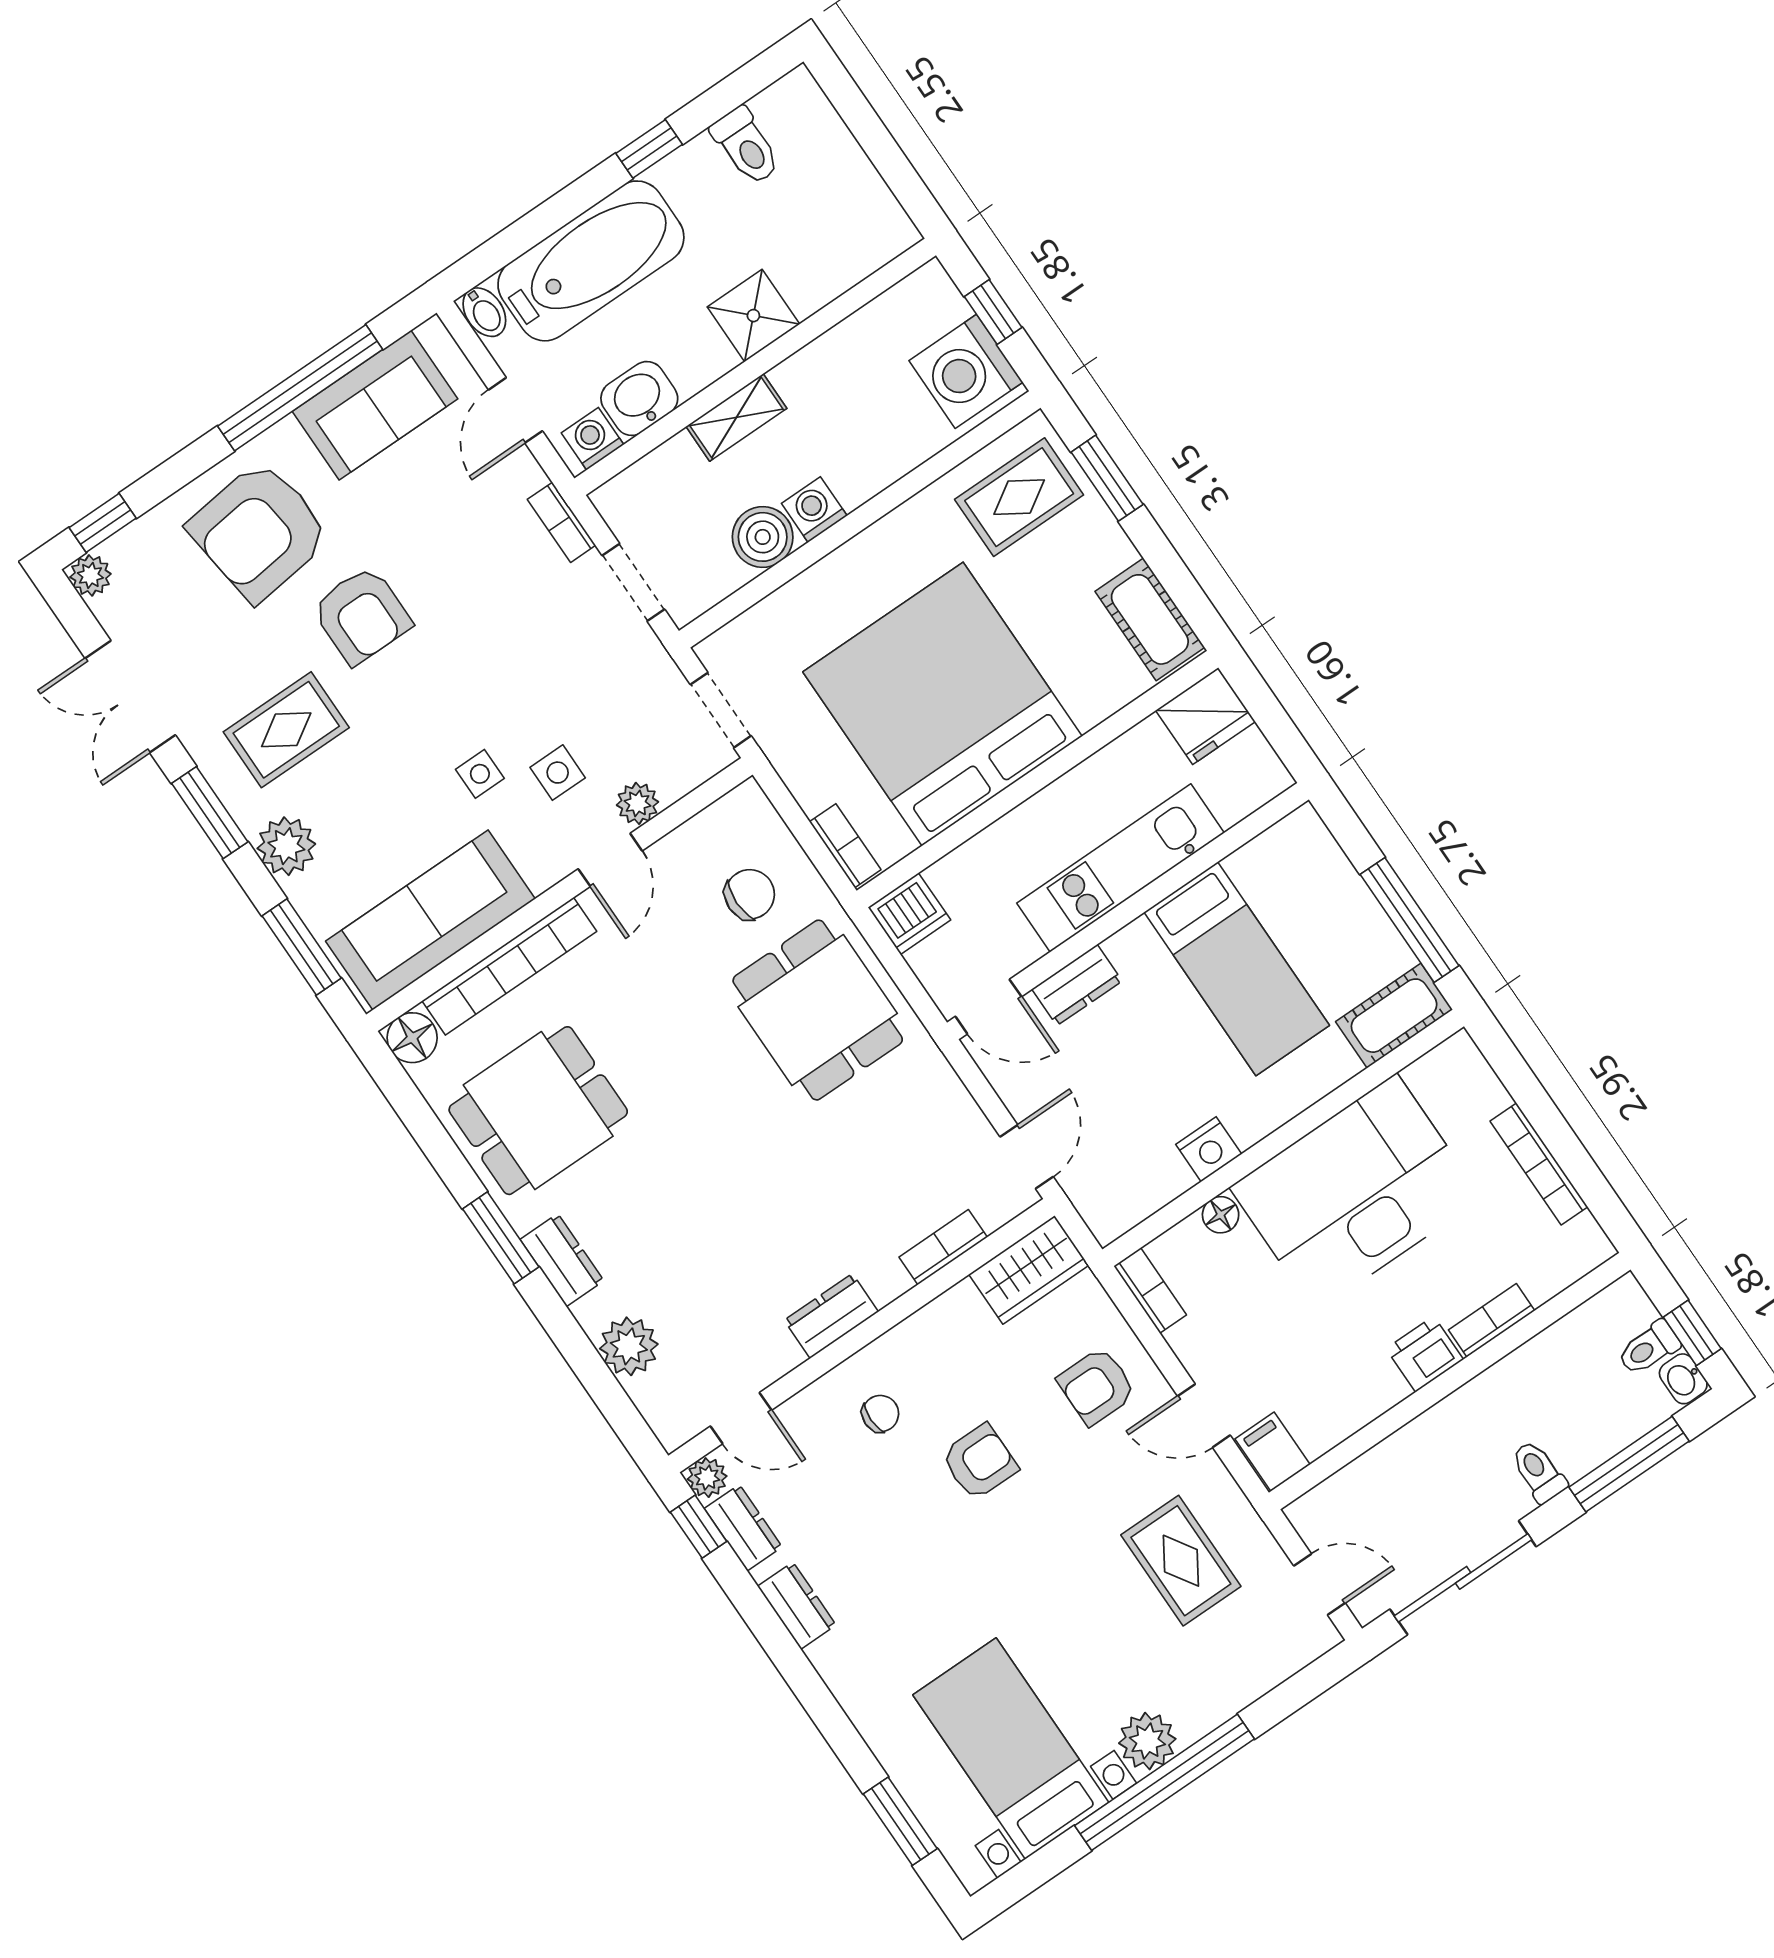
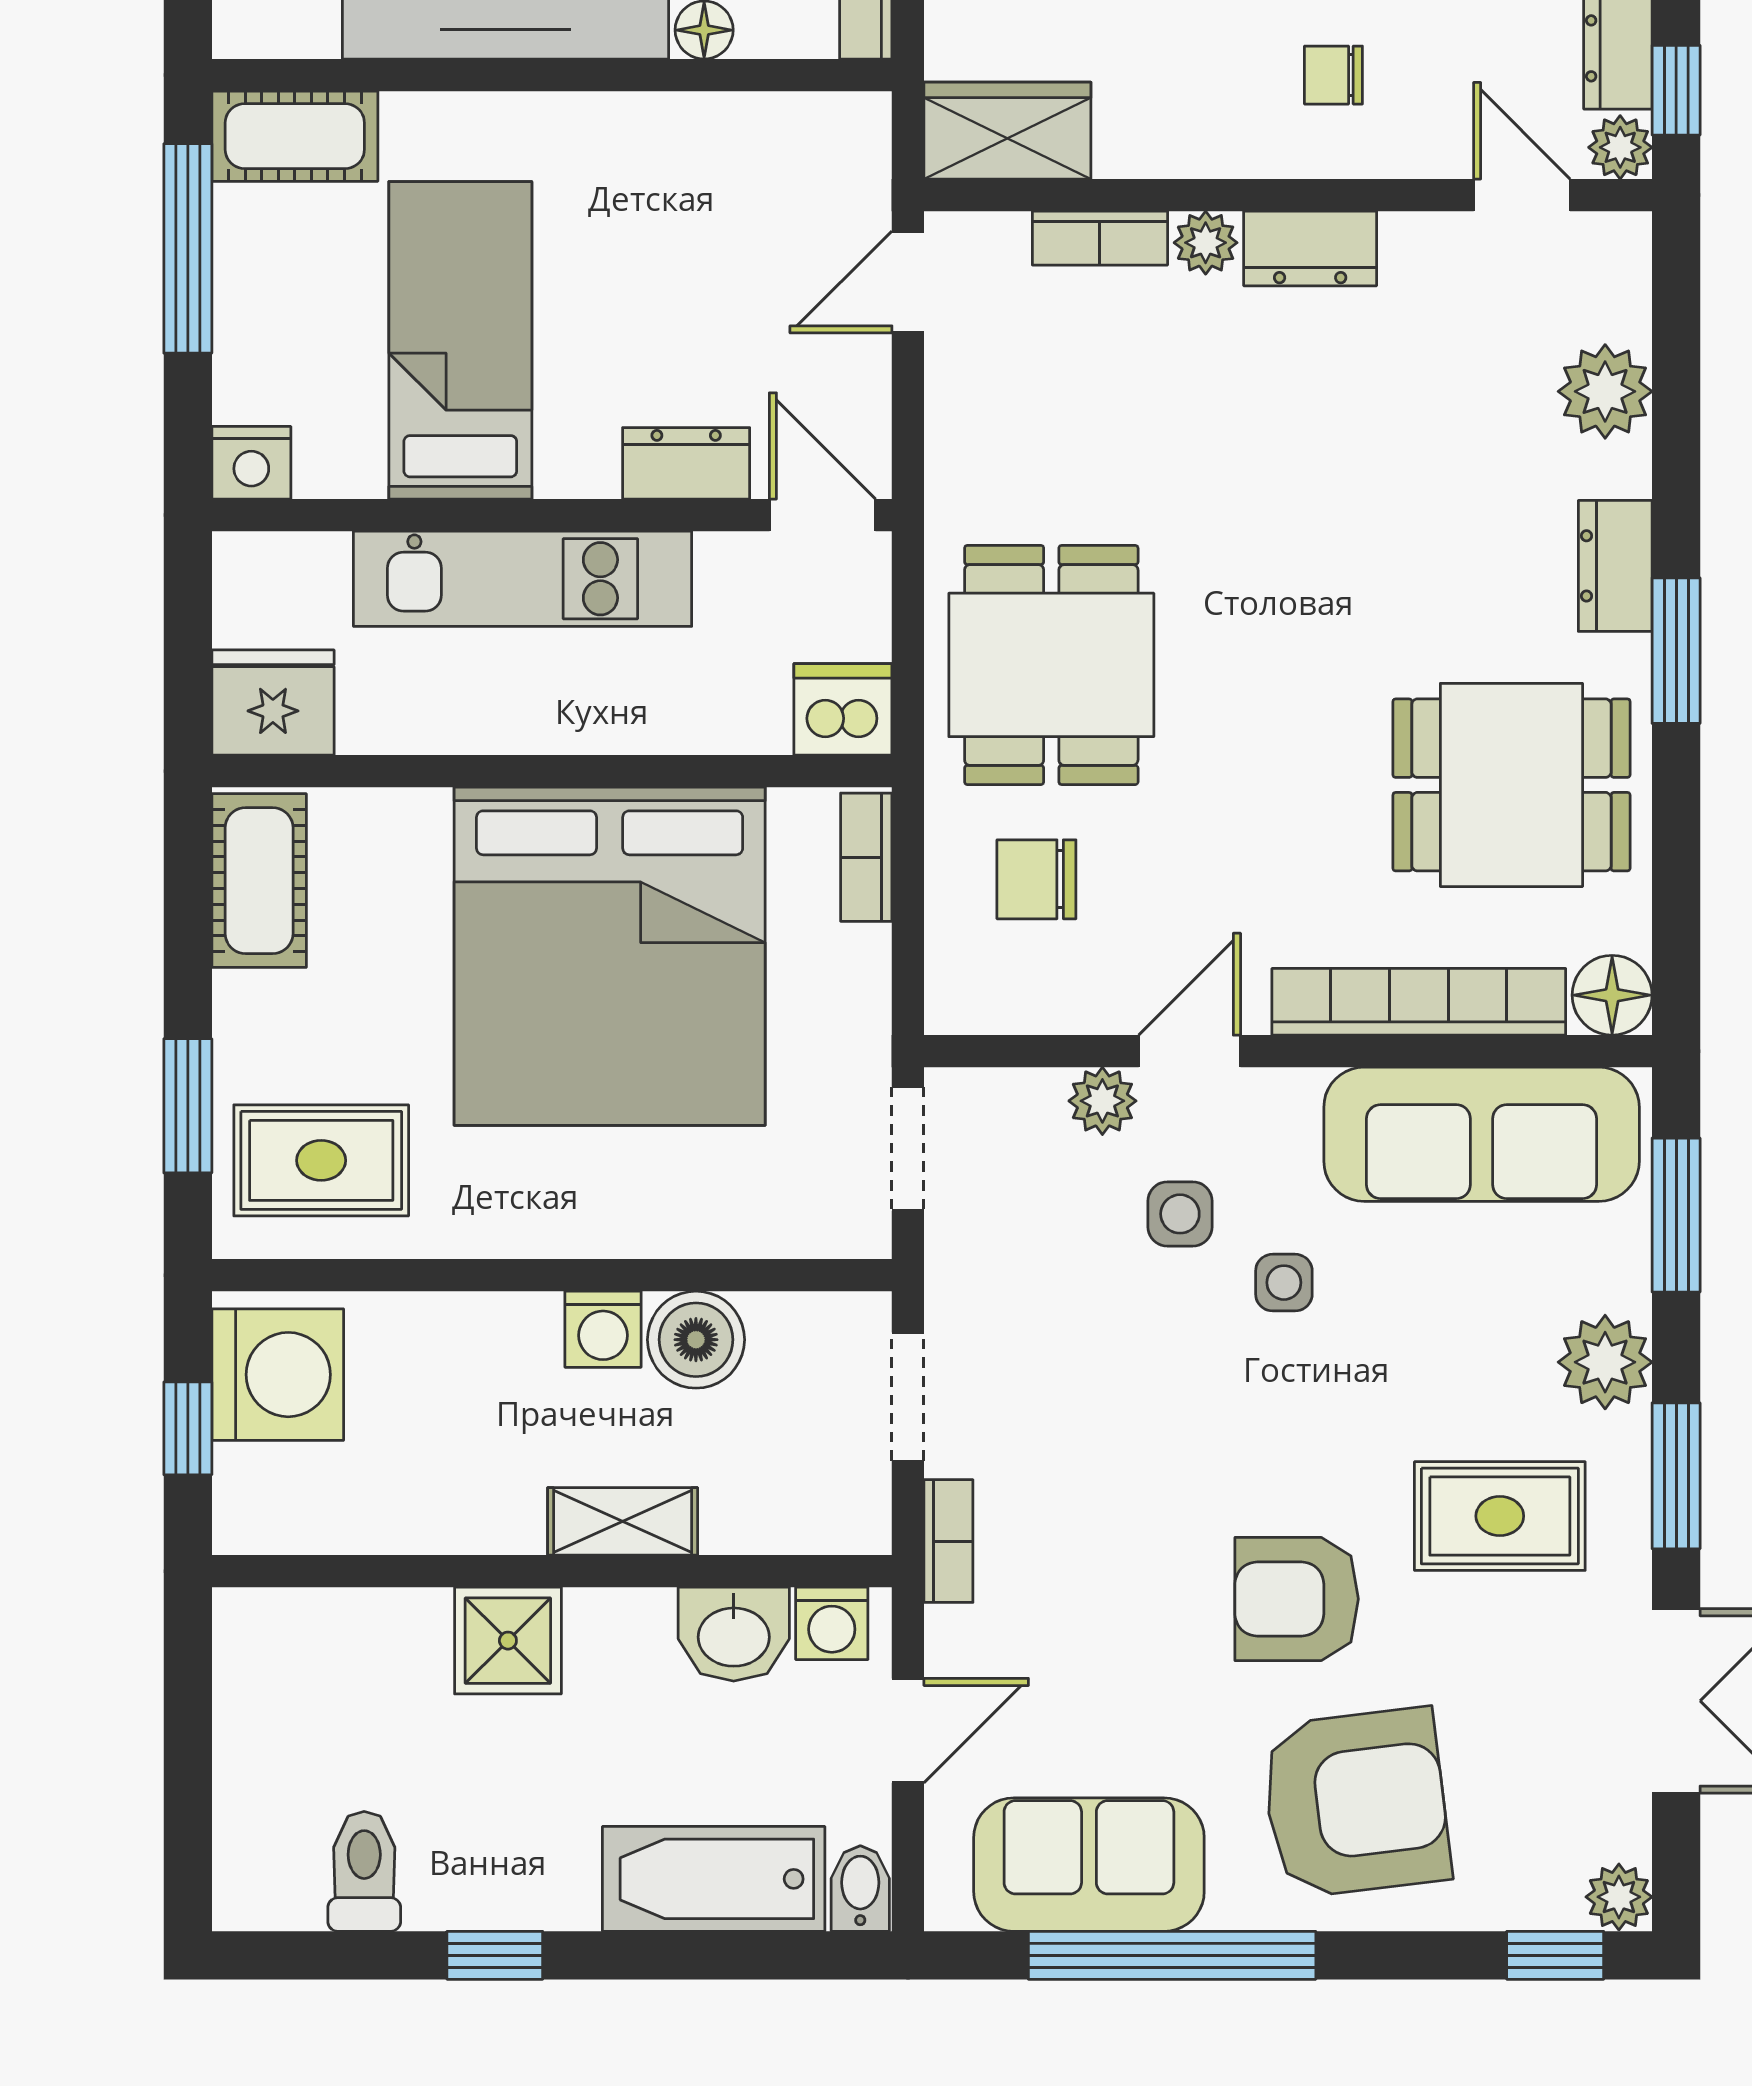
bathtub: (591, 261) -> (714, 1879), width x0.73, depth x0.73
armchair: (362, 615) -> (1297, 1599), turned -90
nightstand: (1209, 1149) -> (251, 463), moved, turned 180
plant: (887, 1282) -> (1206, 243), added

